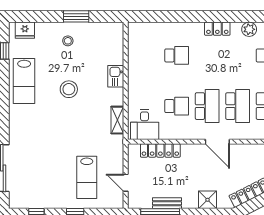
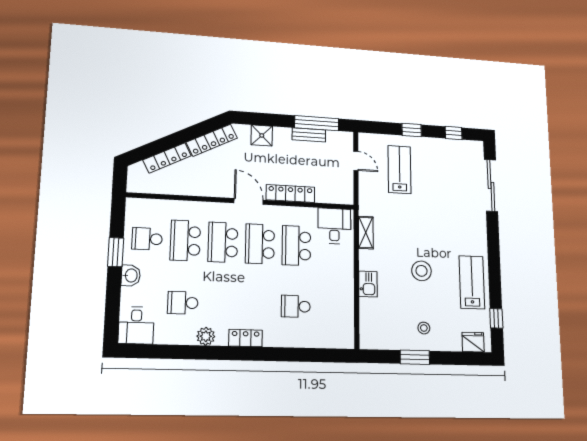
school desk: (177, 106) -> (296, 246), width x1.85
locker: (160, 150) -> (290, 193), moved

